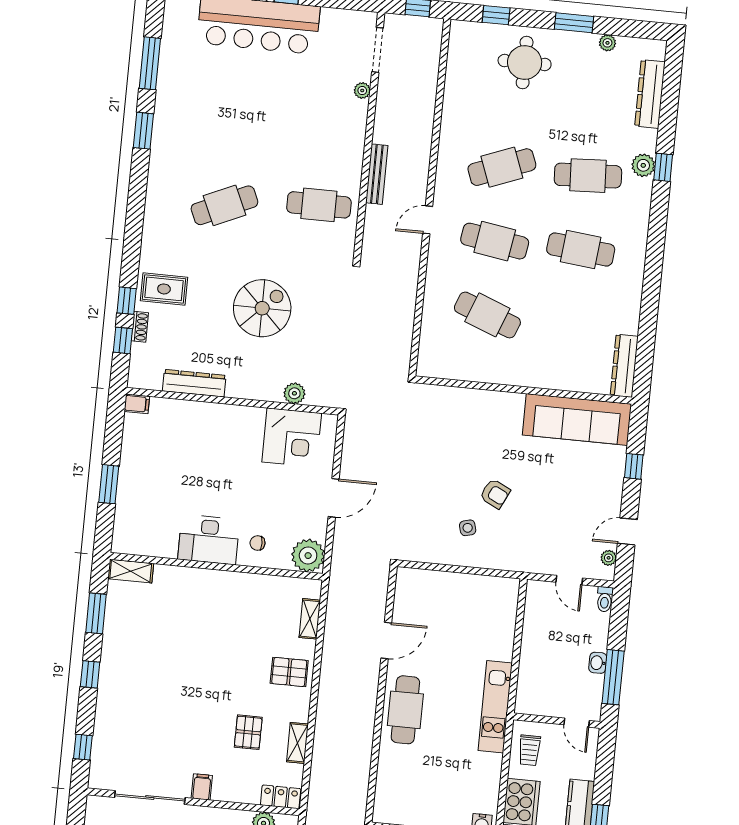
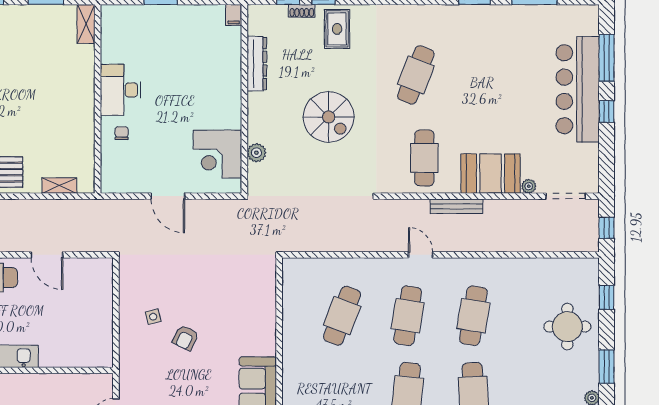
booth: (344, 132) -> (491, 174), added
cafe table: (502, 167) -> (473, 316), turned 30
cafe table: (224, 205) -> (416, 75), turned 45
plant: (308, 556) -> (115, 179), removed

